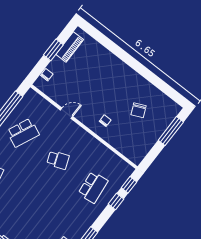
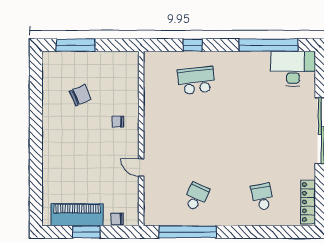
piano: (70, 47) -> (77, 215), width x1.37, depth x1.33
school desk: (23, 133) -> (196, 197), width x0.54
school desk: (58, 160) -> (196, 139), removed
window: (129, 185) -> (165, 45), removed

